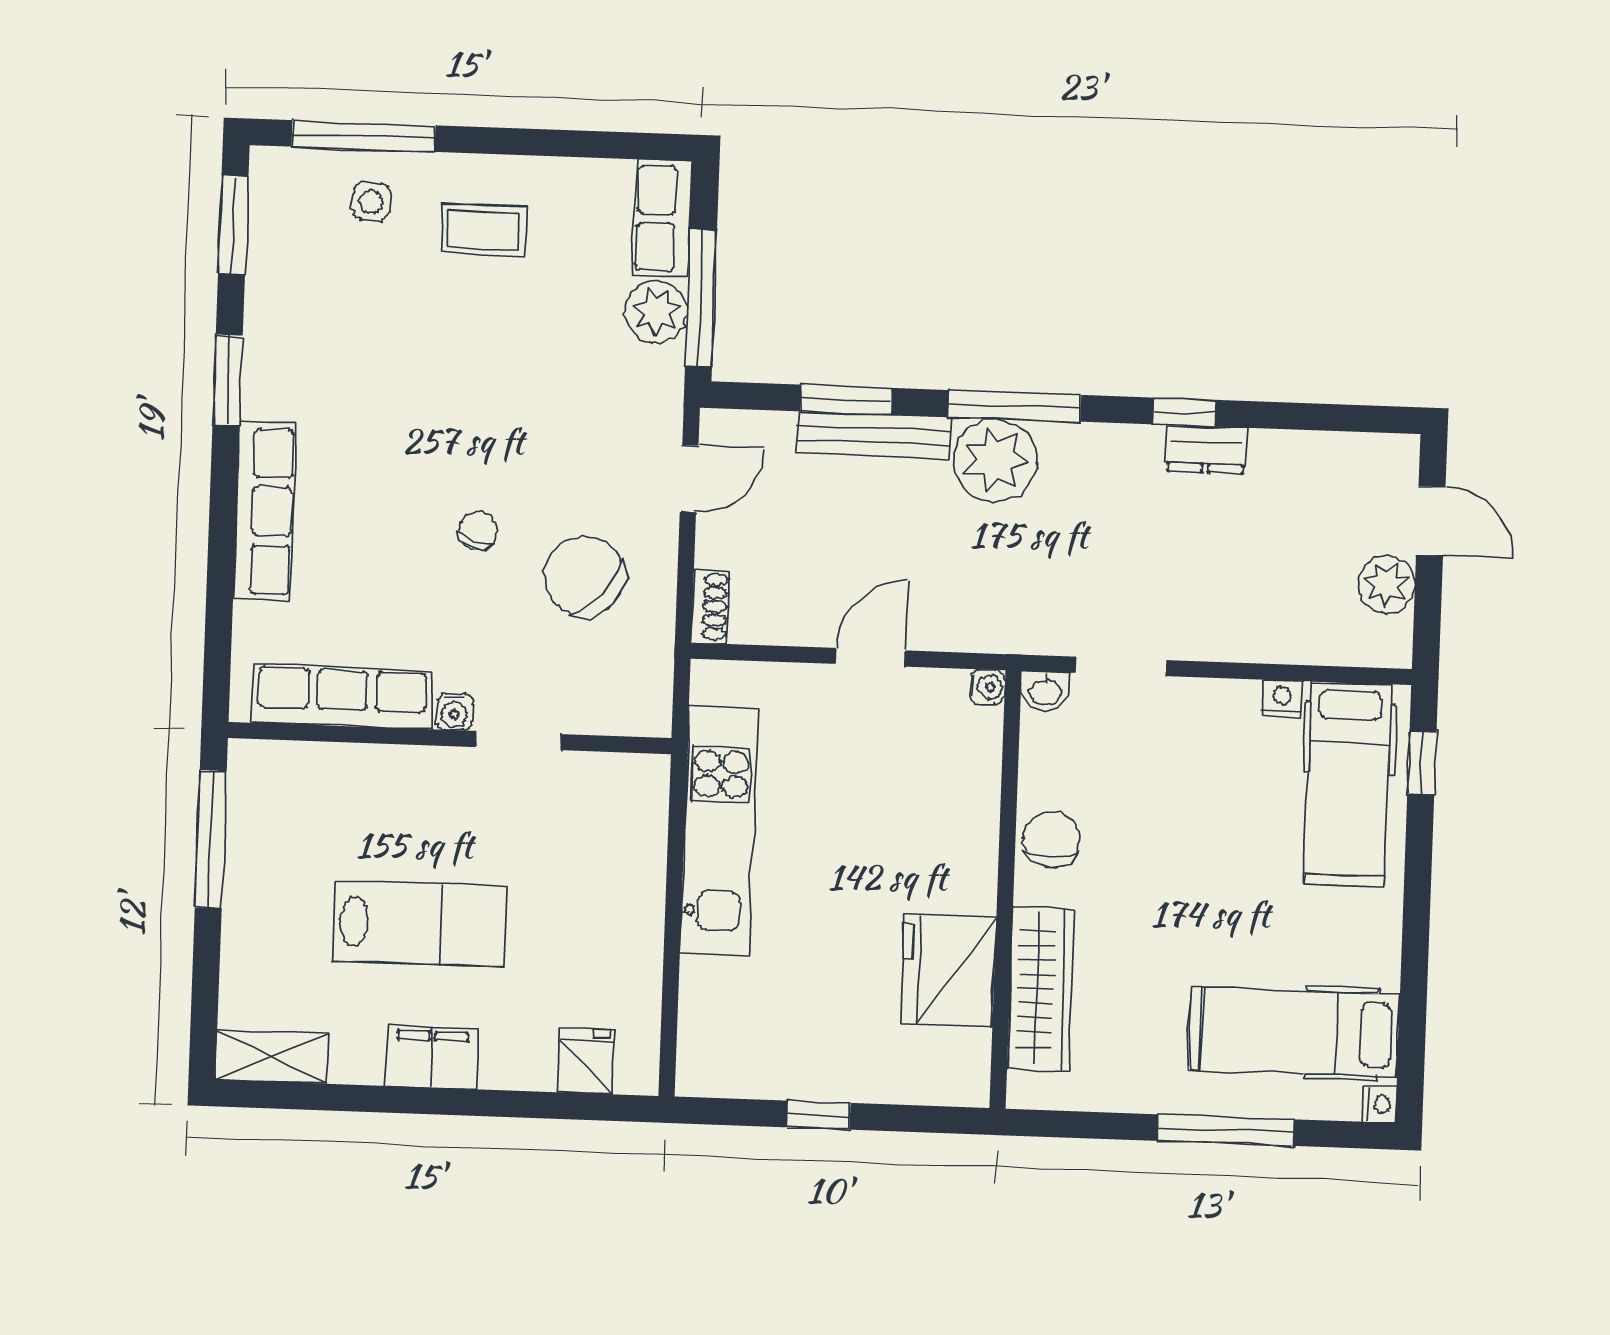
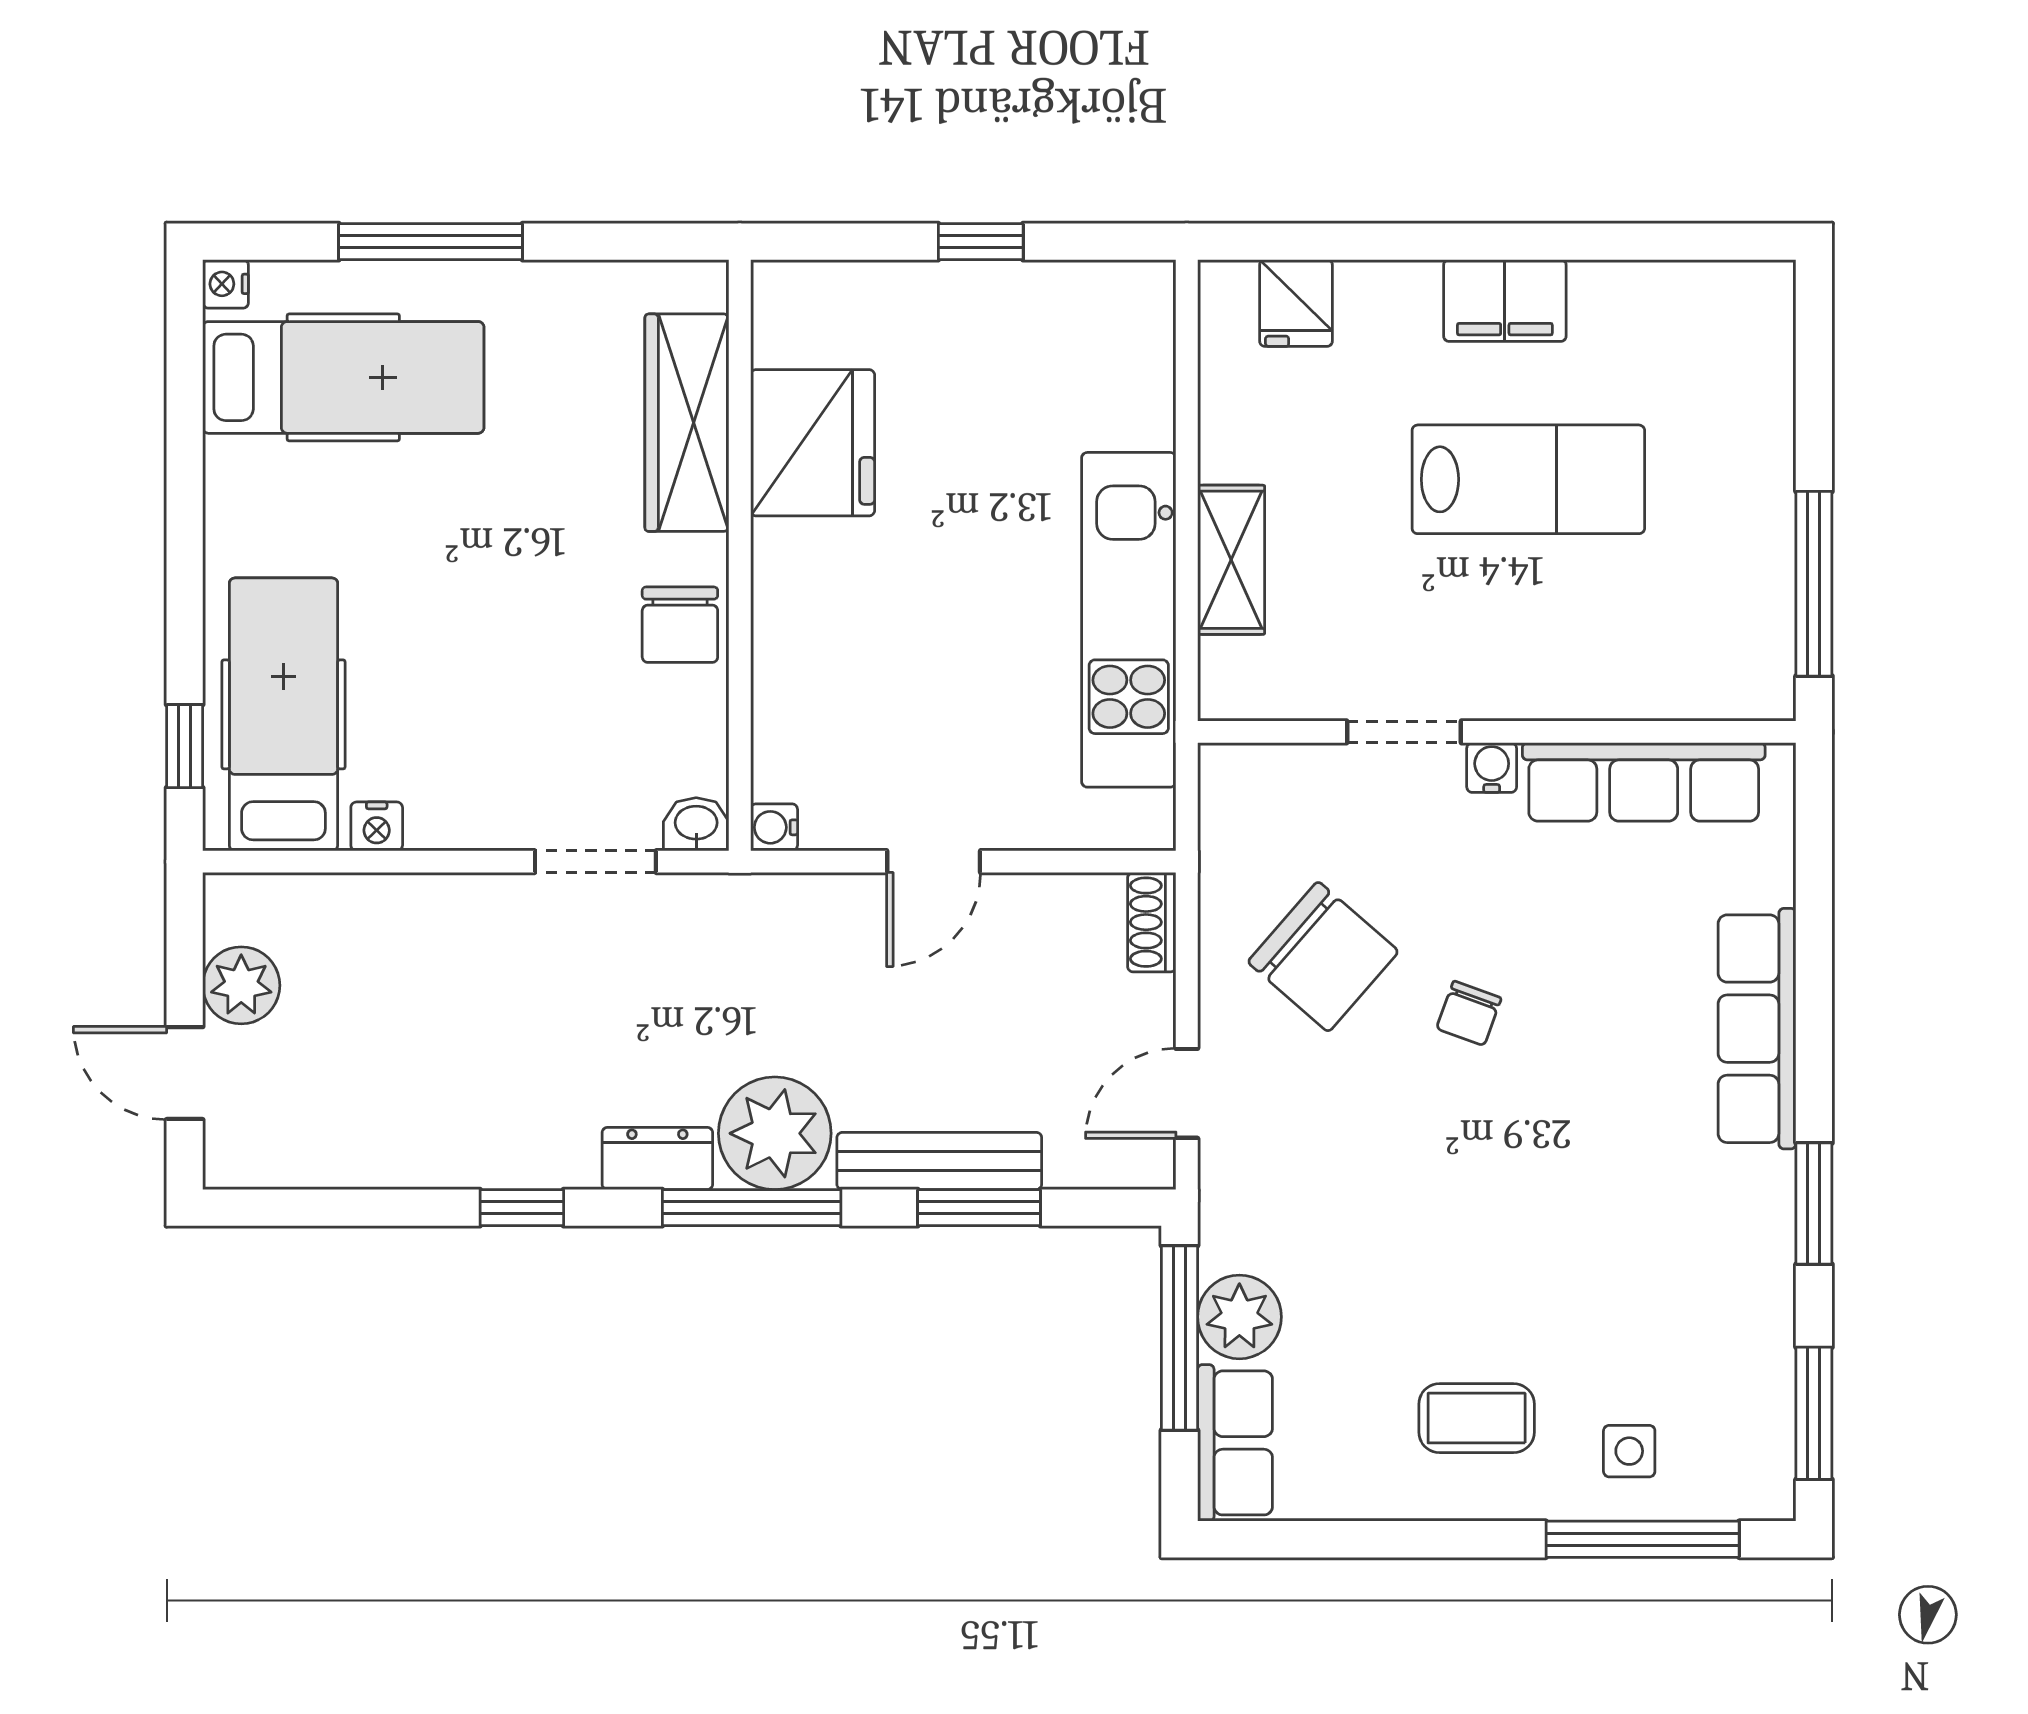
dresser: (1206, 449) -> (657, 1158), moved
lab bench: (419, 924) -> (1528, 479), turned 180
shelving: (271, 1057) -> (1231, 560), moved, turned 90

